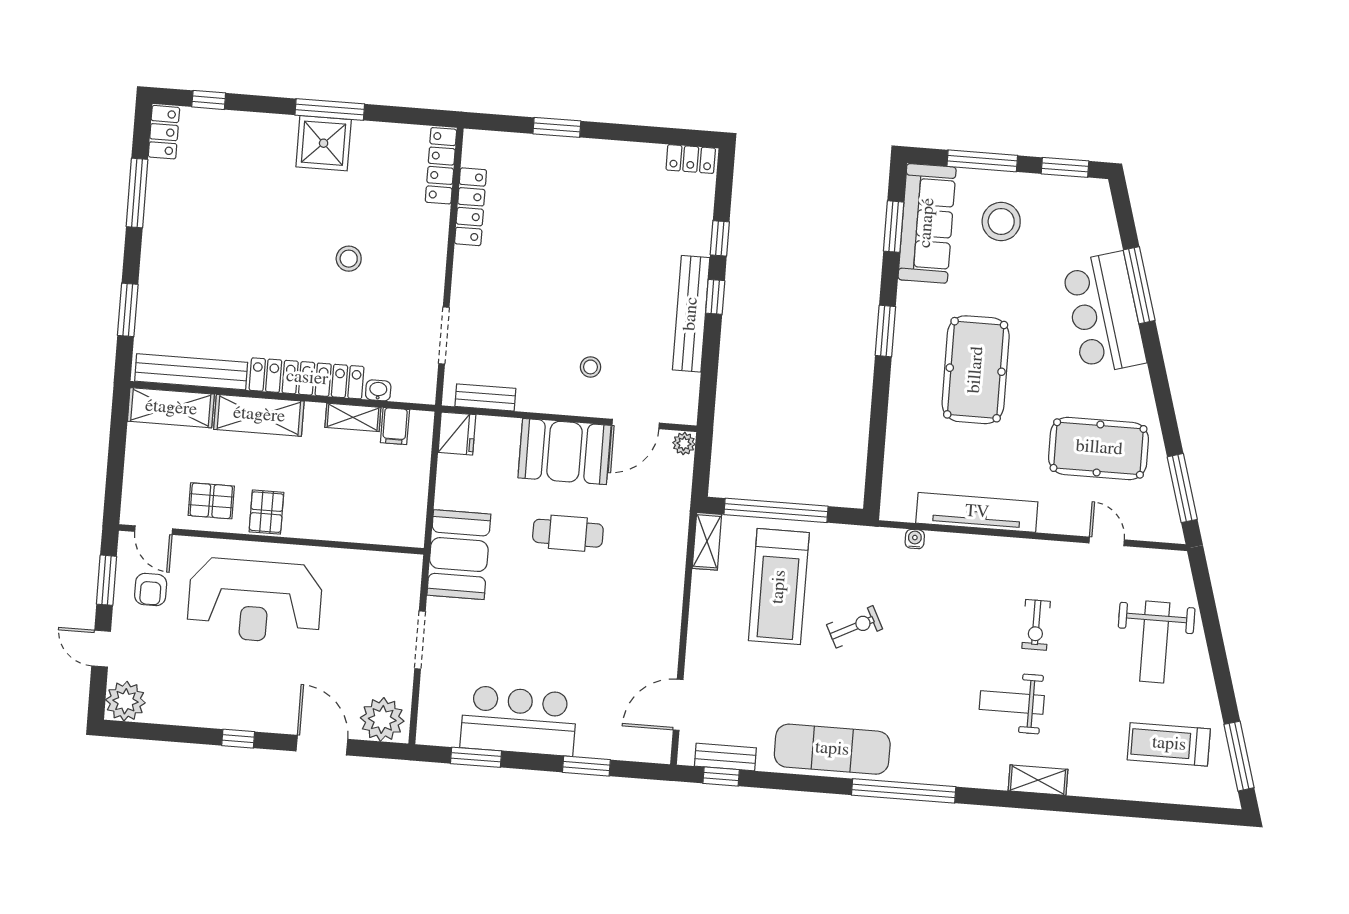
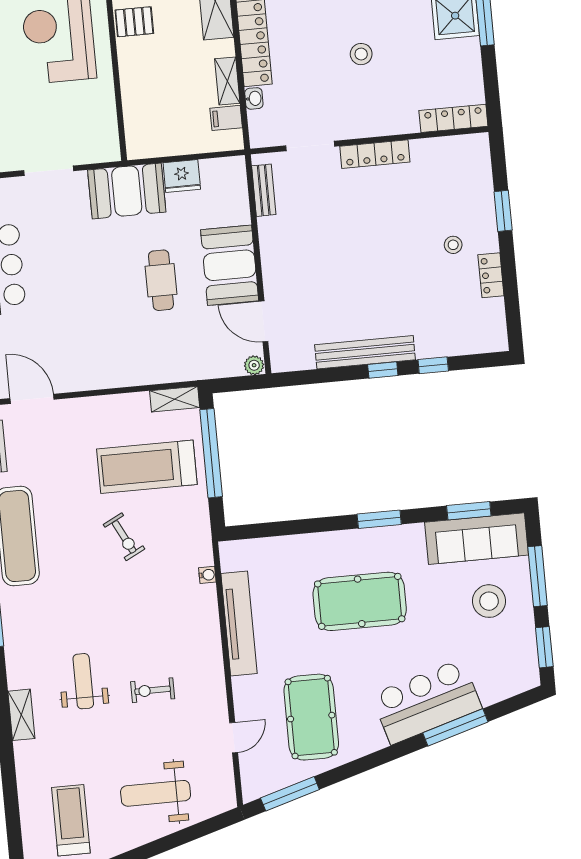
locker: (691, 159) -> (491, 275), moved
locker: (471, 207) -> (375, 154), moved
stool: (590, 367) -> (453, 245), moved
fridge: (457, 434) -> (182, 176), moved

